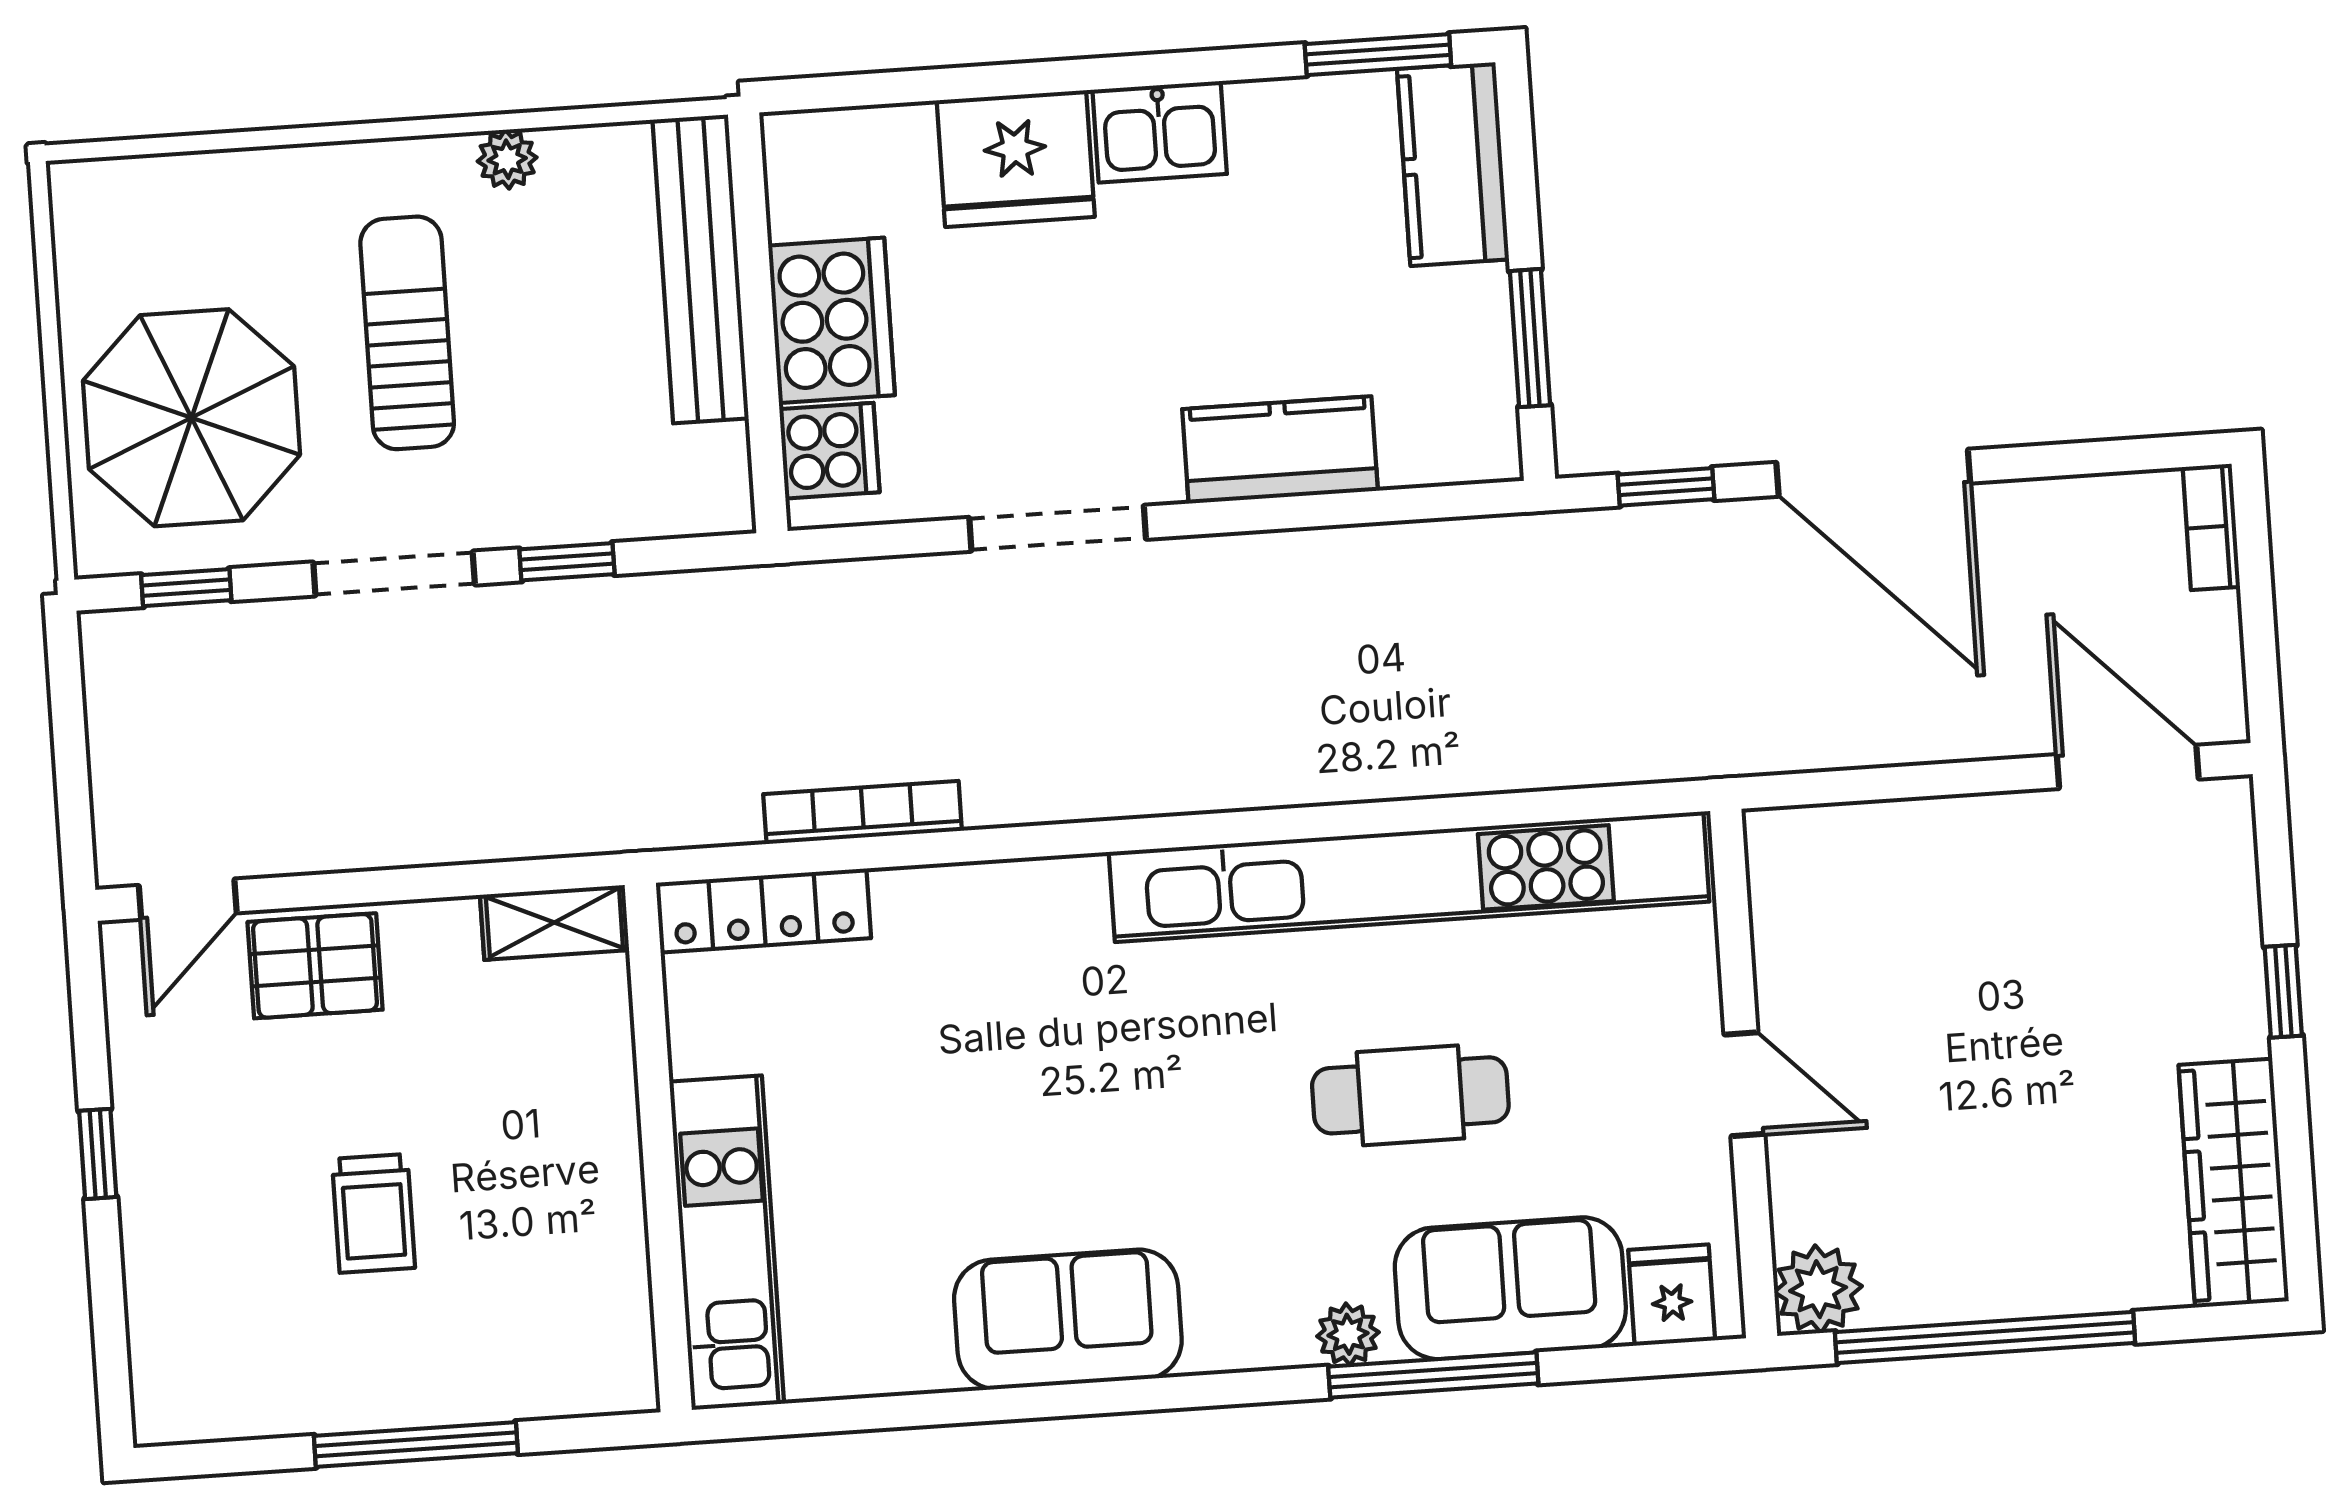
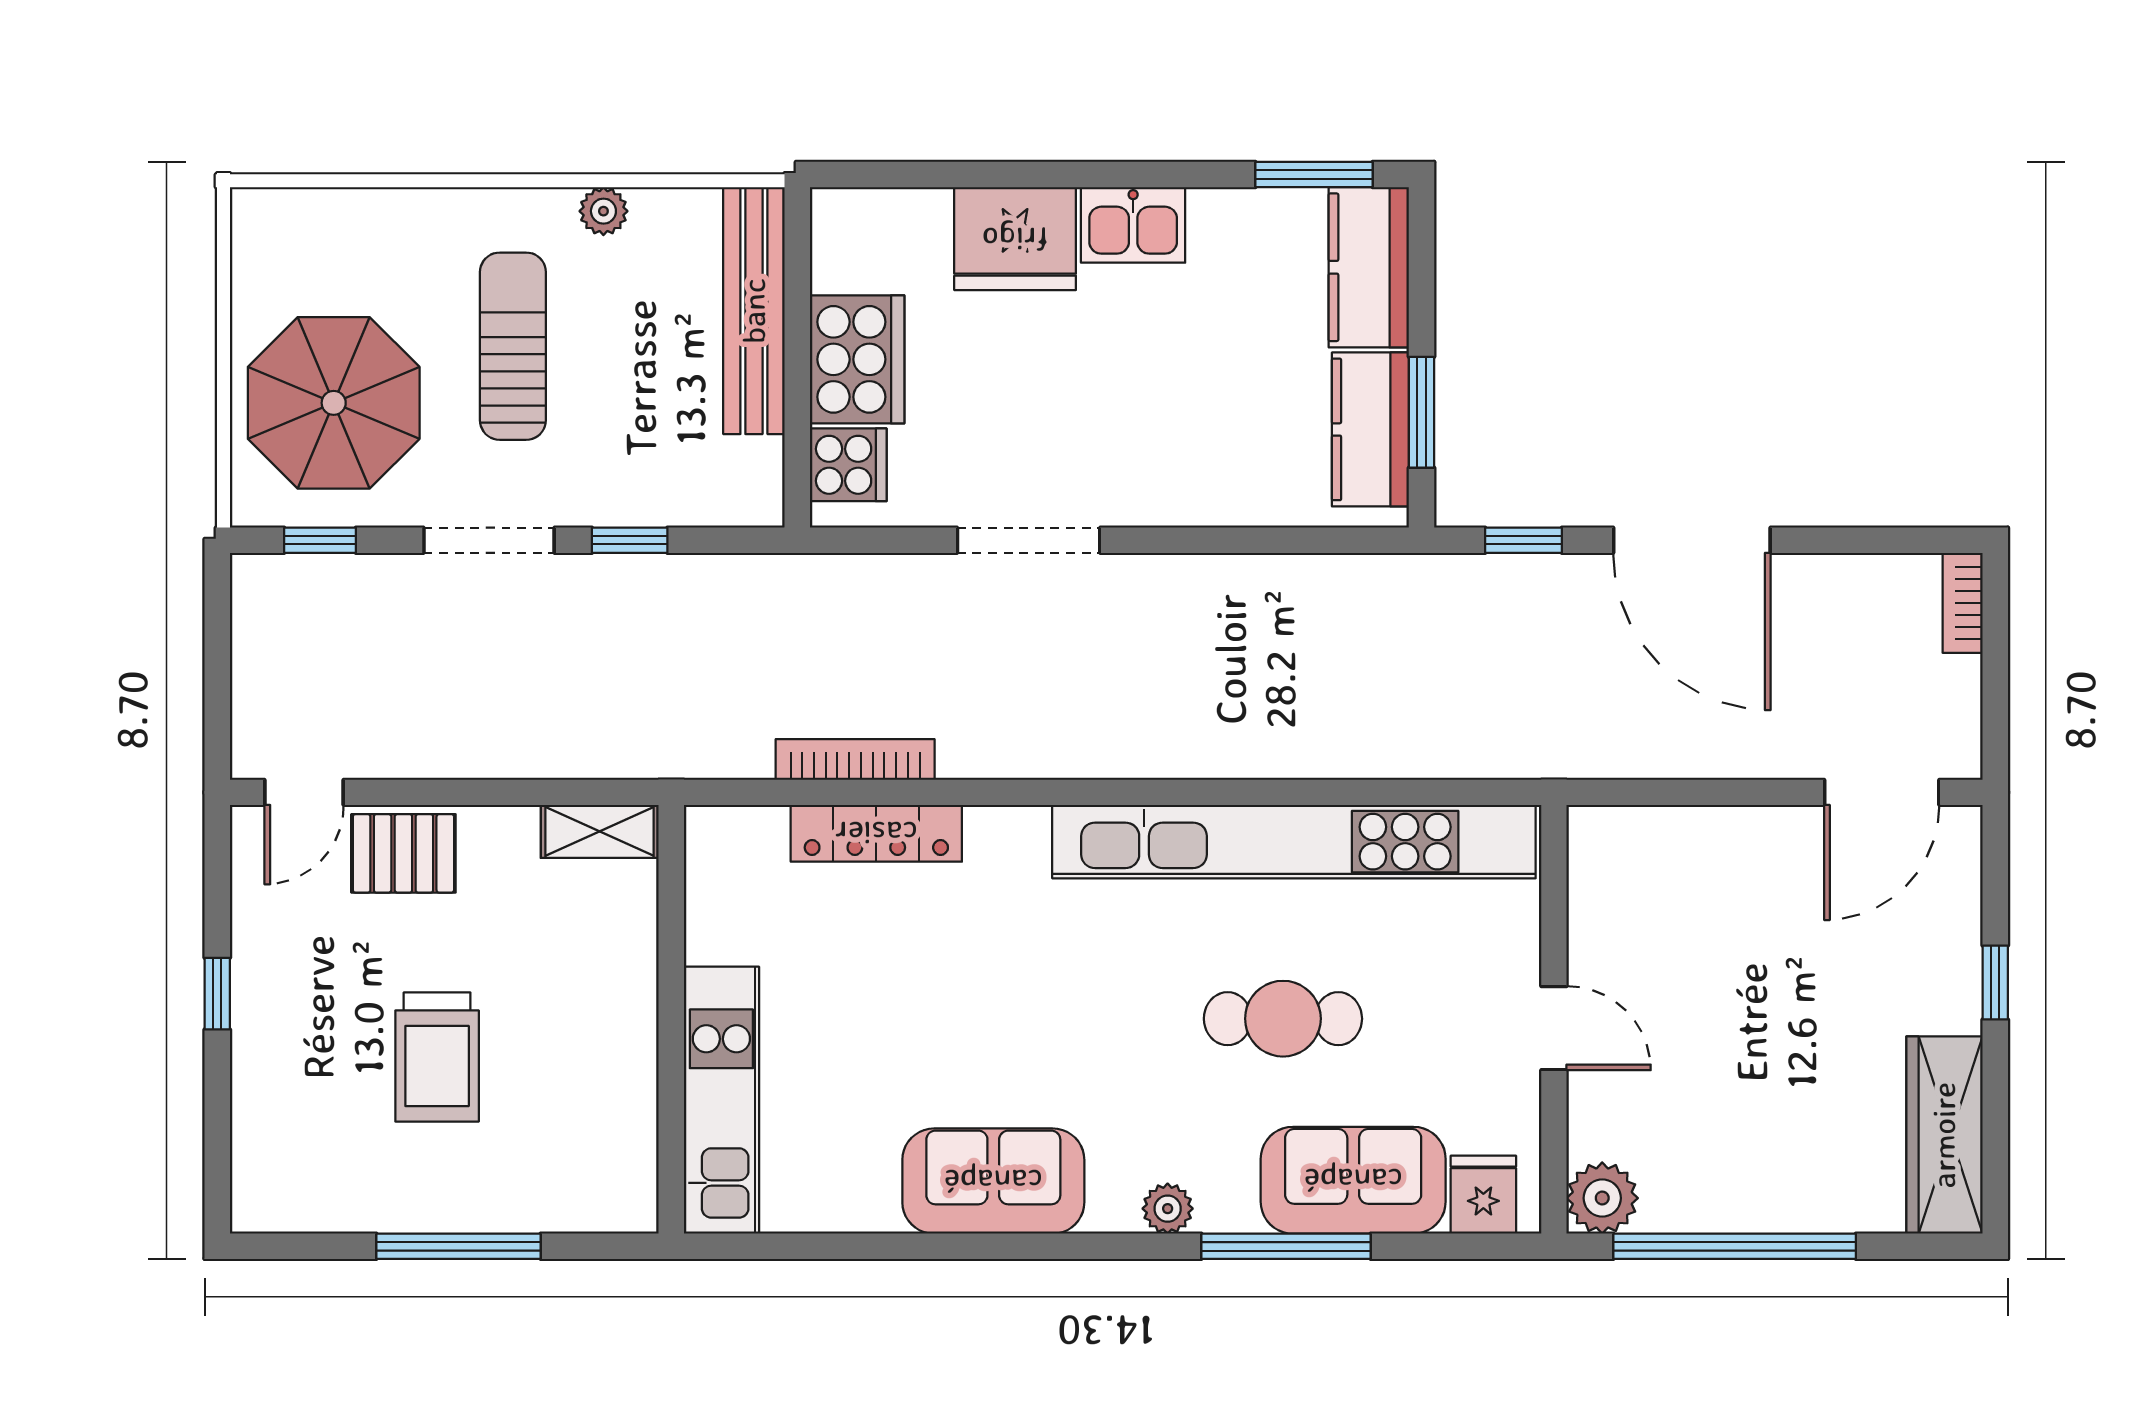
kitchen counter: (1280, 450) -> (1370, 429), moved, turned -90
door: (2128, 767) -> (1882, 792), swing flipped
locker: (763, 911) -> (876, 833), moved
trolley: (373, 1213) -> (437, 1057), width x1.36, depth x1.39
plant: (1348, 1334) -> (1168, 1209), moved

